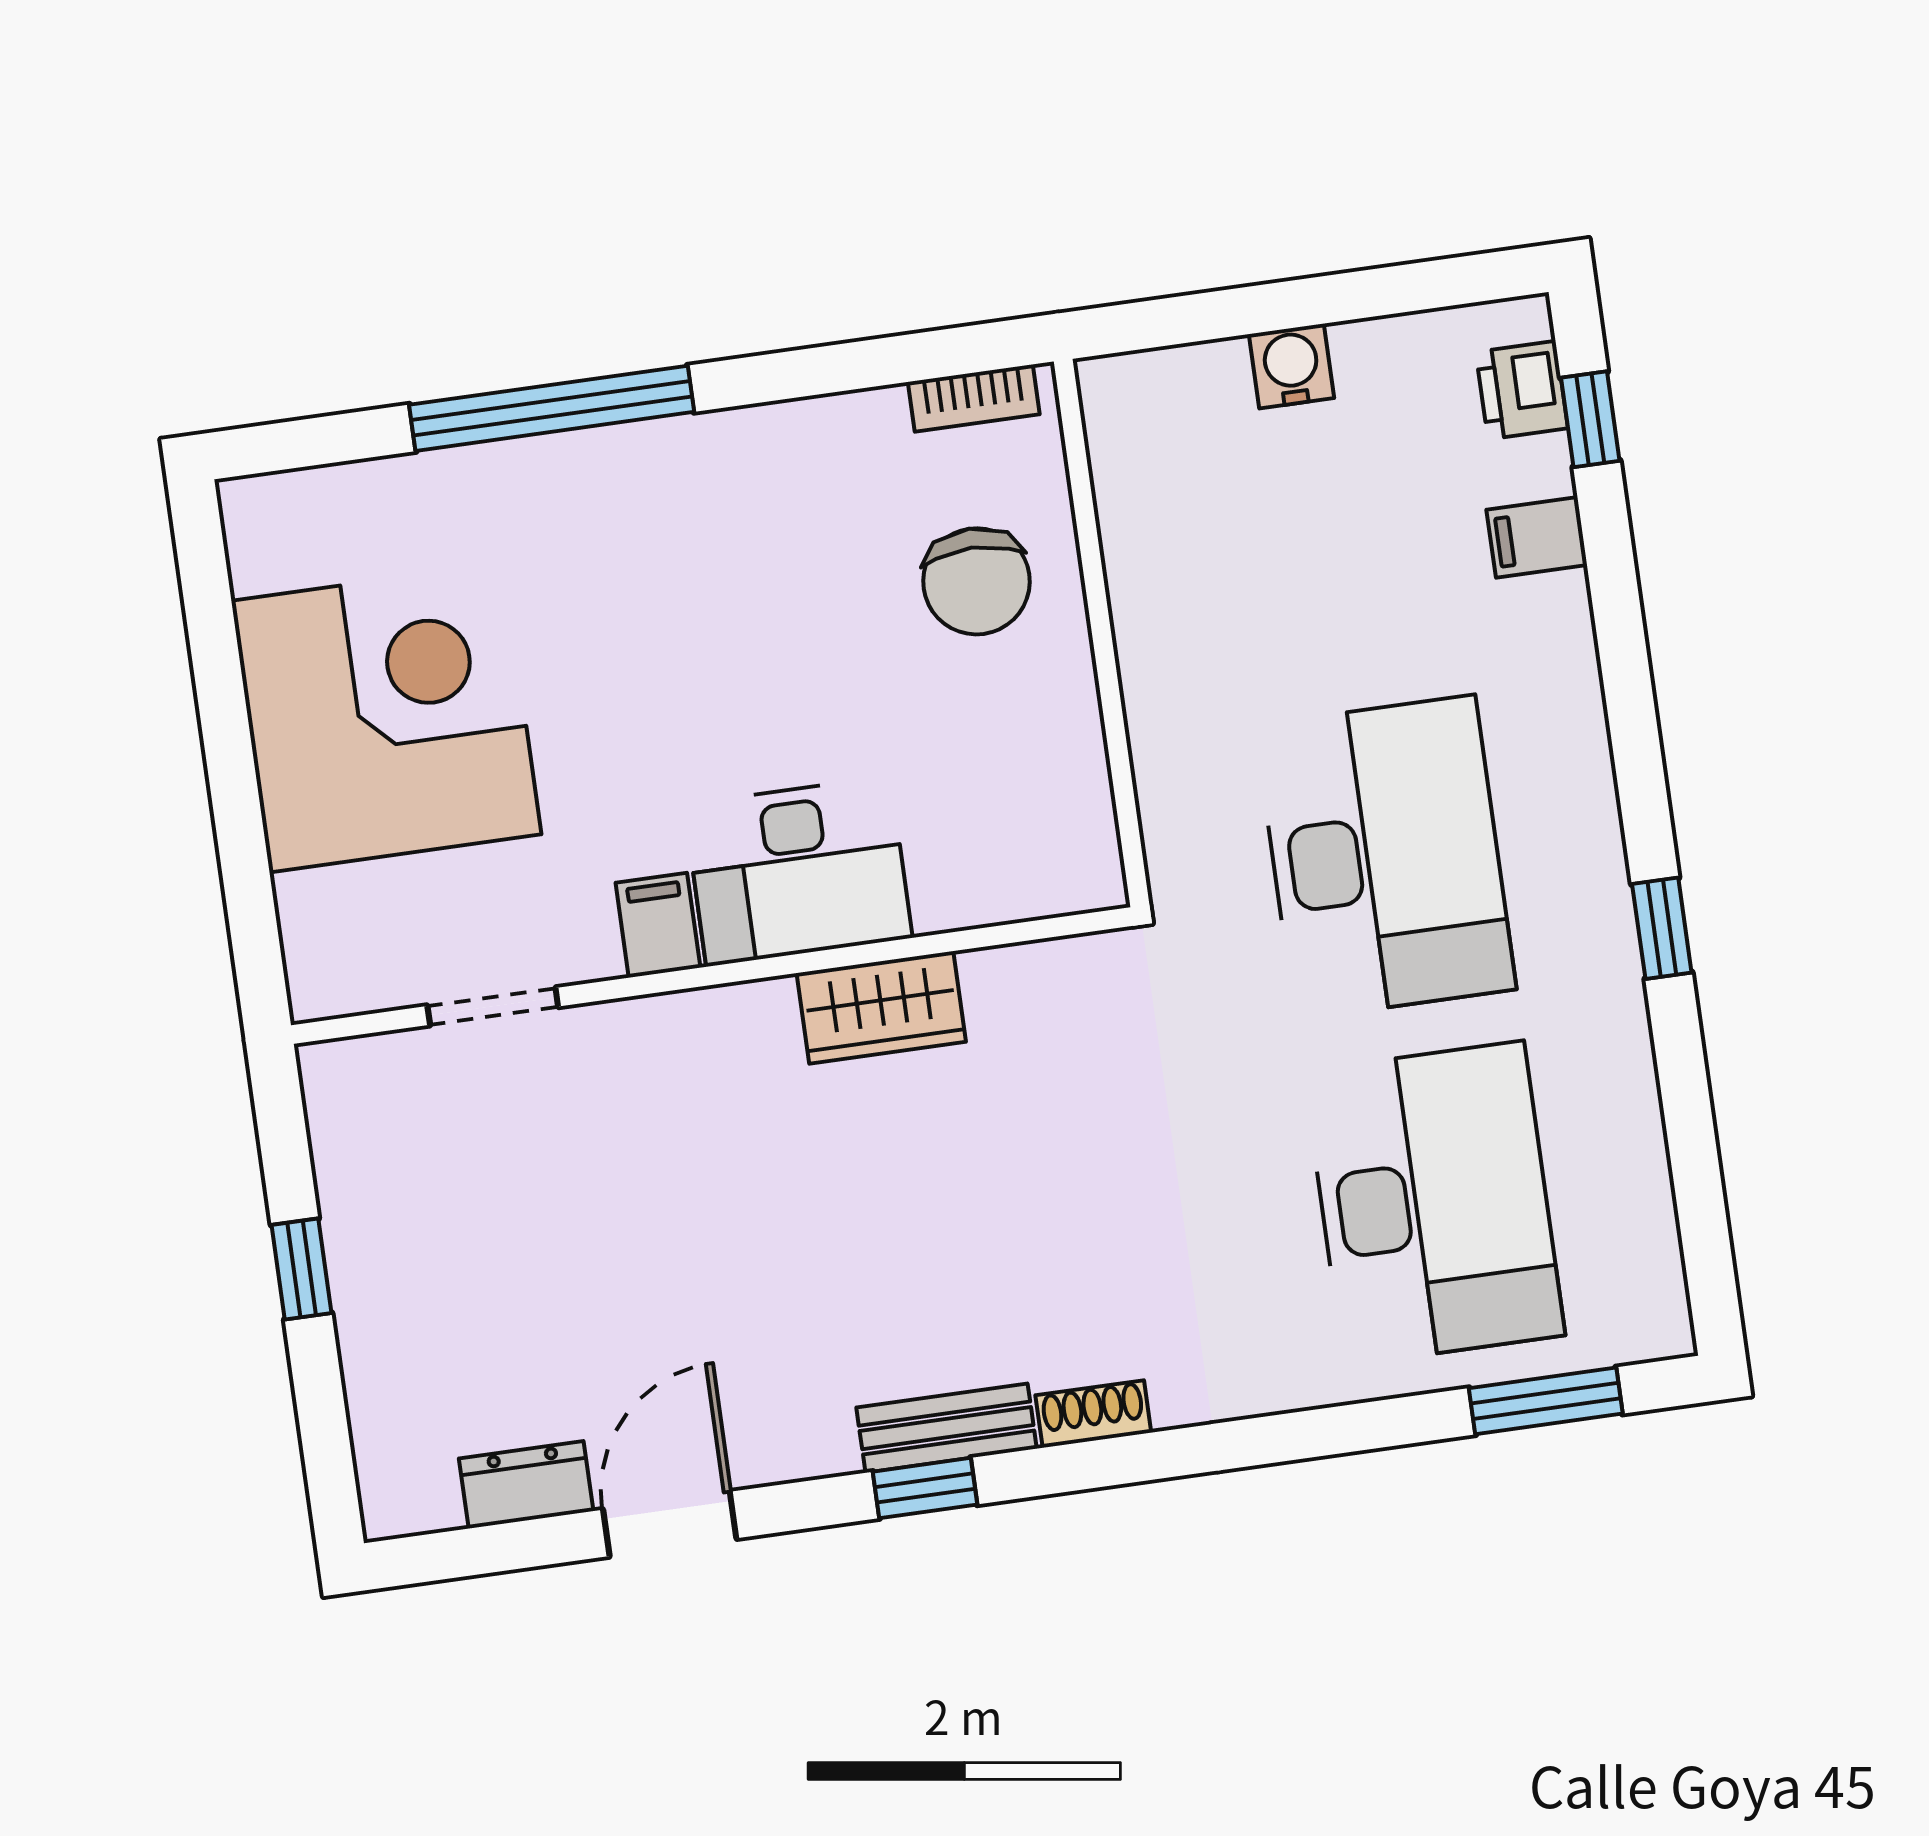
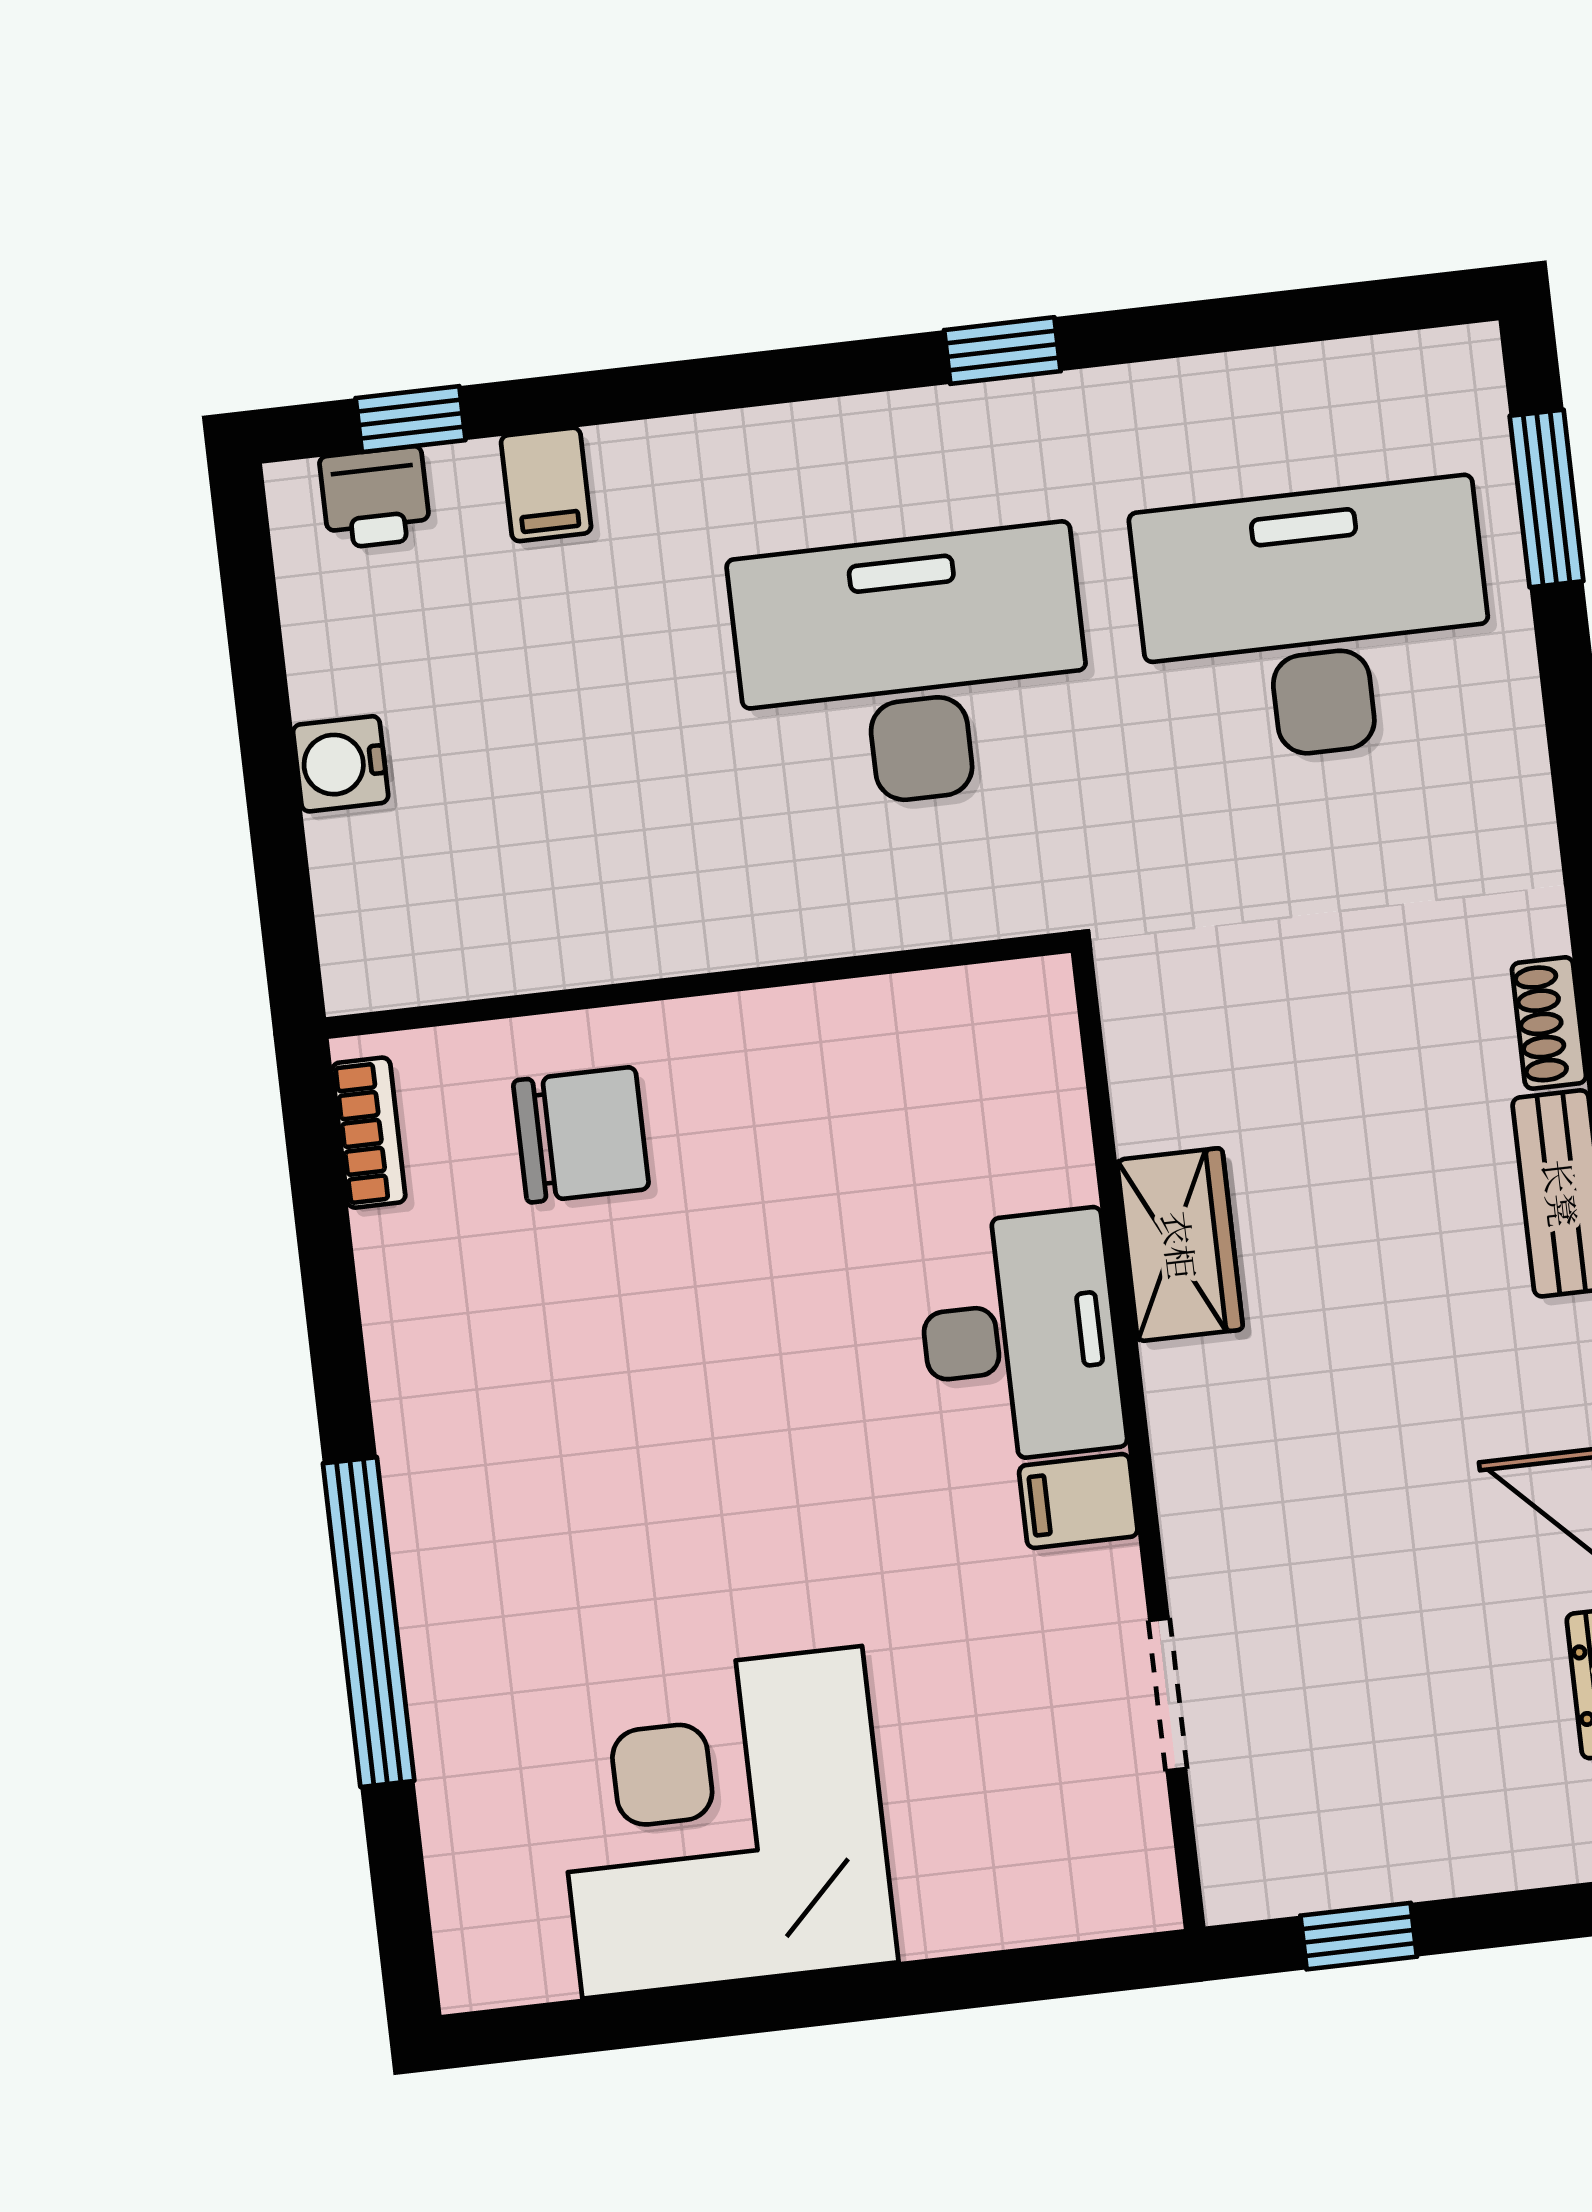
desk: (798, 871) -> (1020, 1337), moved
filing cabinet: (658, 925) -> (1078, 1501), moved
wall: (712, 976) -> (1138, 1440), moved
doorway: (493, 1006) -> (1168, 1695), moved
wardrobe: (881, 1007) -> (1180, 1245), moved

